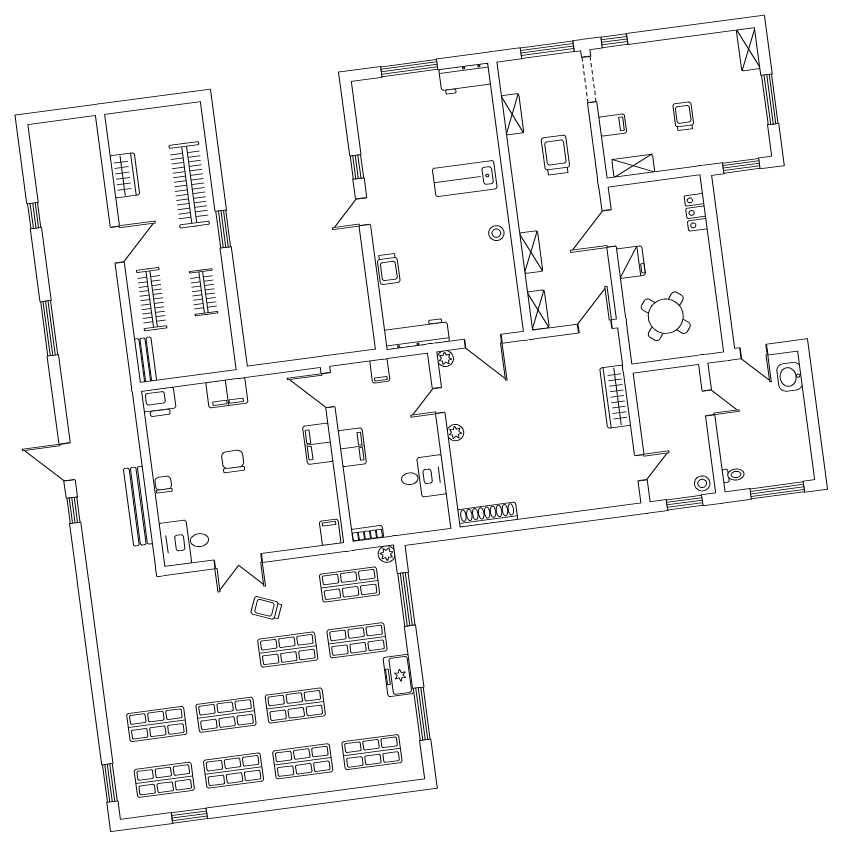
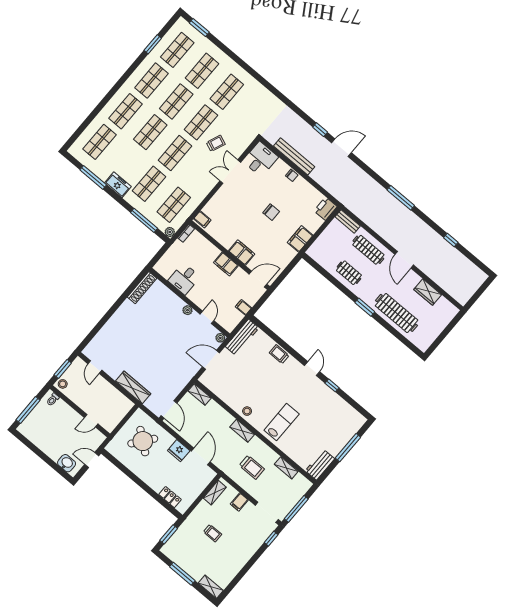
shelving: (531, 252) -> (242, 431), moved
trolley: (266, 608) -> (216, 143), moved
shop shelf: (219, 659) -> (201, 122), added
shop shelf: (149, 668) -> (227, 92), added

